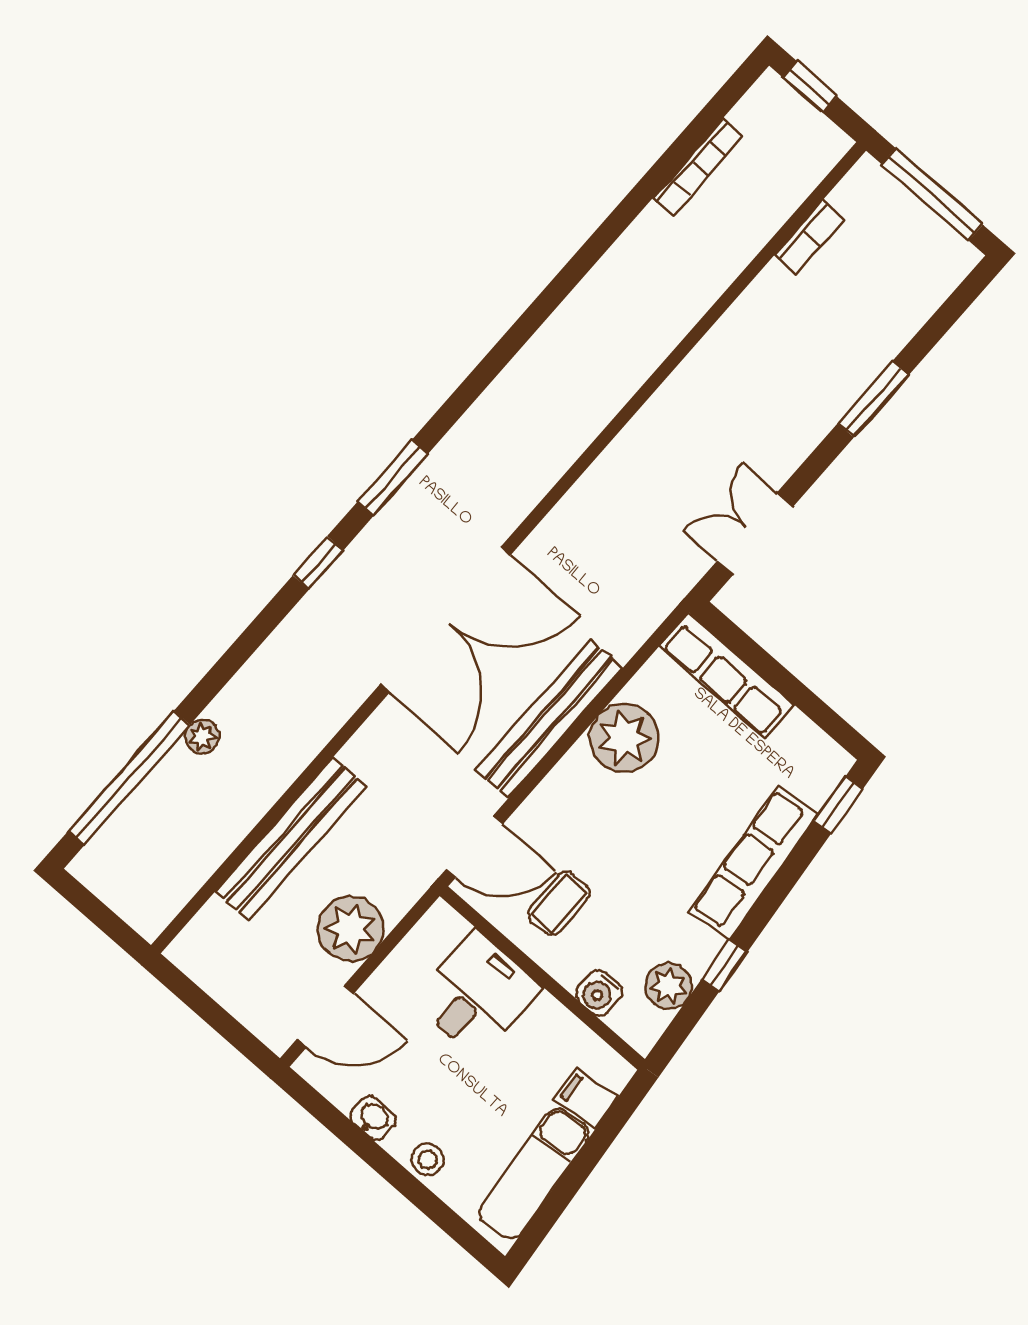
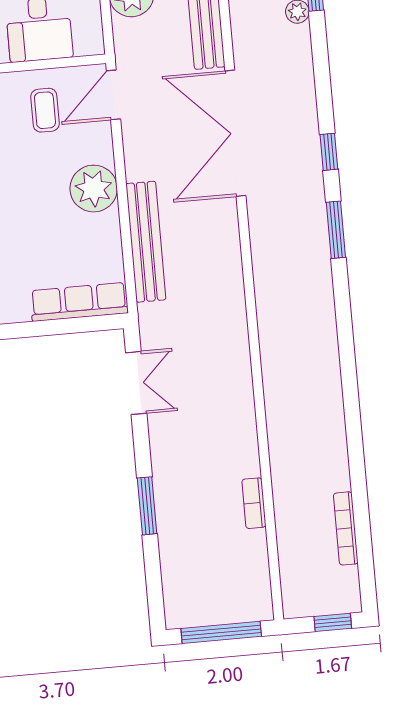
bookcase: (809, 237) -> (254, 503), moved
double door: (445, 620) -> (235, 133), moved
bench: (549, 719) -> (146, 242), moved
plant: (624, 738) -> (94, 189), moved

